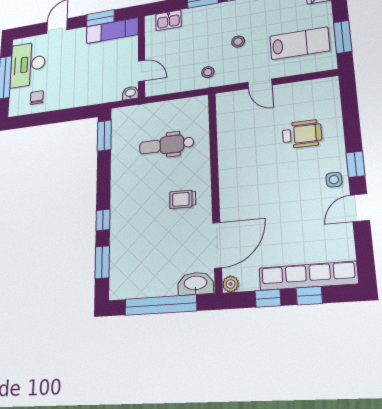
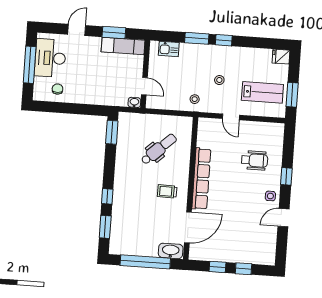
dental chair: (166, 145) -> (159, 149), turned 137
window: (356, 164) -> (286, 176), moved
row of seats: (308, 276) -> (201, 179), moved, turned 90
plant: (231, 284) -> (194, 254), removed

